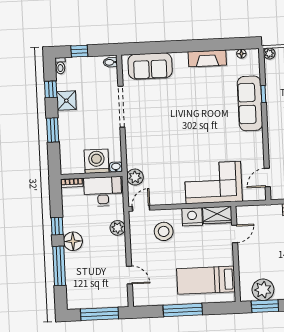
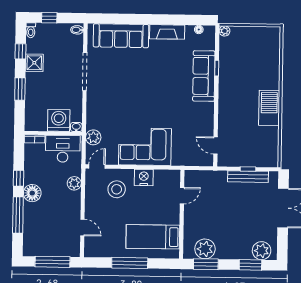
sofa: (150, 66) -> (121, 36), width x1.36
door: (267, 178) -> (215, 146), hinge flipped
corner sofa: (213, 183) -> (145, 147), moved
wardrobe: (217, 215) -> (167, 177), removed

